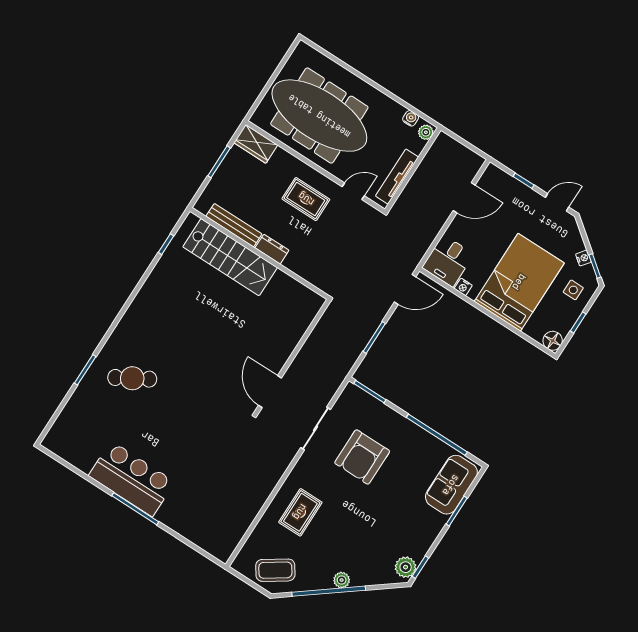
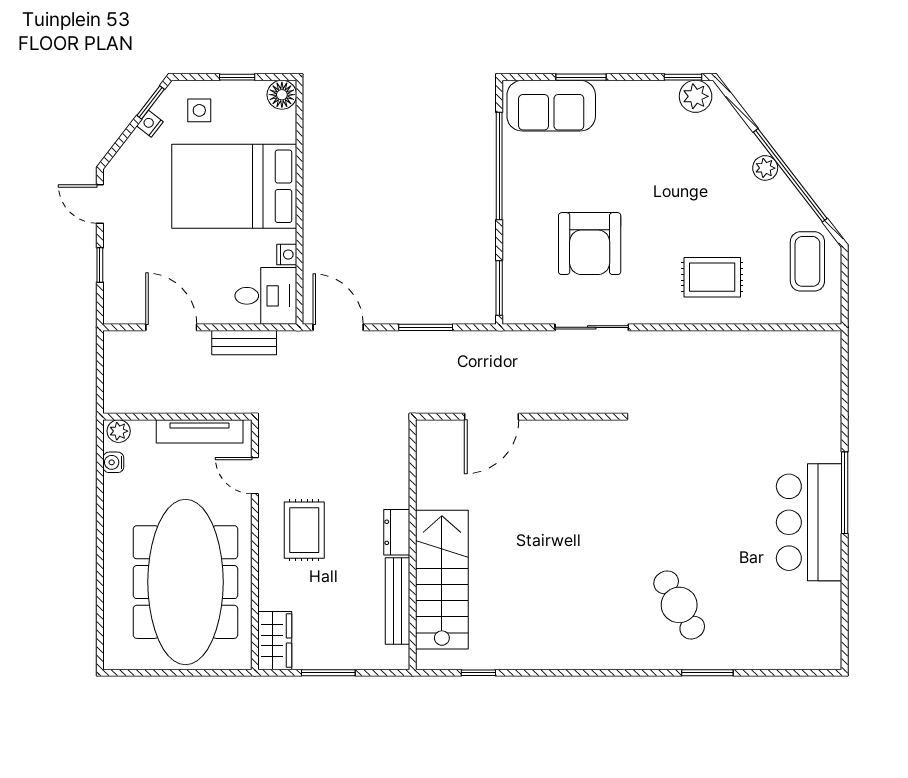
bench: (430, 232) -> (244, 343), added
door: (270, 392) -> (492, 417), moved
armchair: (362, 457) -> (590, 244), turned 90
coffee table: (275, 570) -> (807, 261), turned 34

